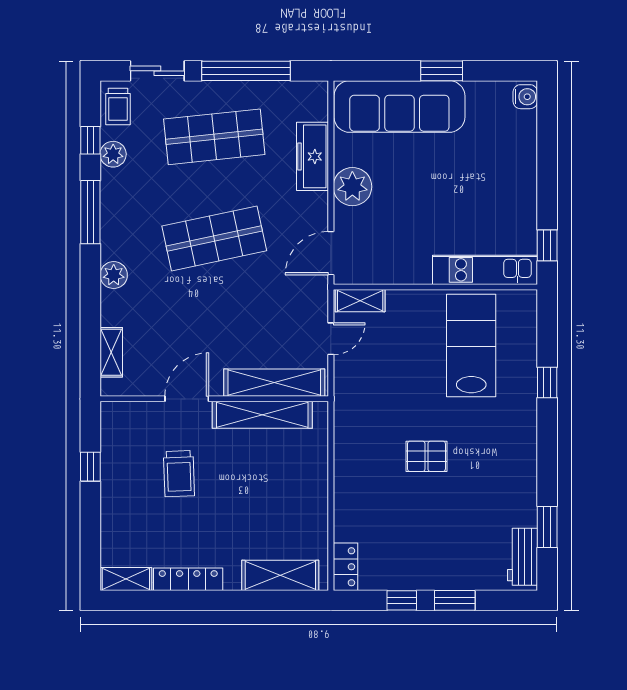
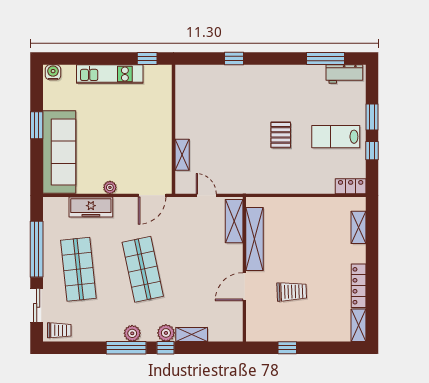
window: (90, 140) -> (166, 348), moved
plant: (113, 154) -> (132, 333), moved
plant: (352, 187) -> (110, 187), width x0.53, depth x0.53
door: (331, 253) -> (152, 195), hinge flipped
kitchen unit: (485, 270) -> (110, 74), moved, turned -90
shelving: (360, 301) -> (182, 155), moved
lab bench: (471, 345) -> (336, 137), moved, width x0.73, depth x0.72
shelving: (111, 352) -> (192, 334), moved
shelving: (274, 383) -> (234, 221), width x0.68
door: (187, 399) -> (244, 287), hinge flipped
window: (547, 527) -> (325, 59), width x1.44
shelving: (280, 575) -> (359, 227), width x0.67, depth x0.75

